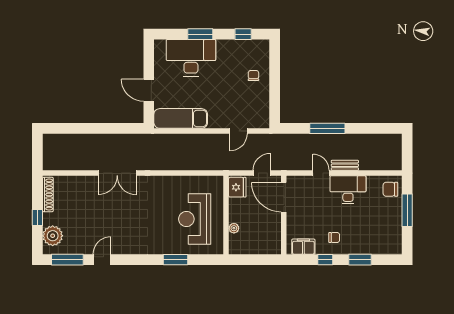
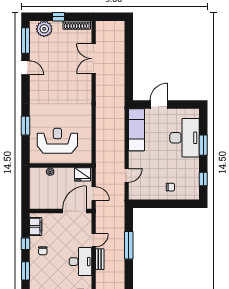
door: (238, 131) -> (127, 175), swing flipped
double door: (117, 173) -> (94, 59), moved

